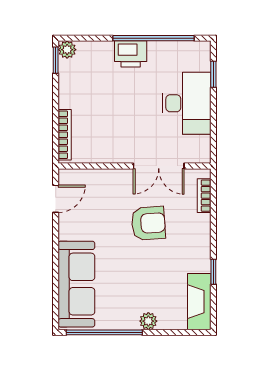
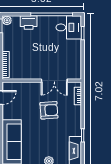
printer: (131, 54) -> (29, 23), moved
desk: (186, 103) -> (69, 27), moved, width x0.73

